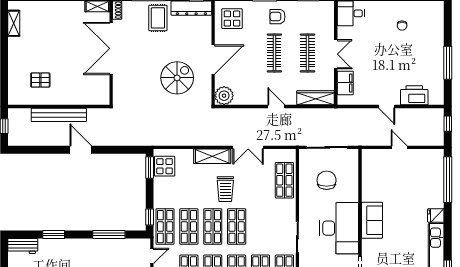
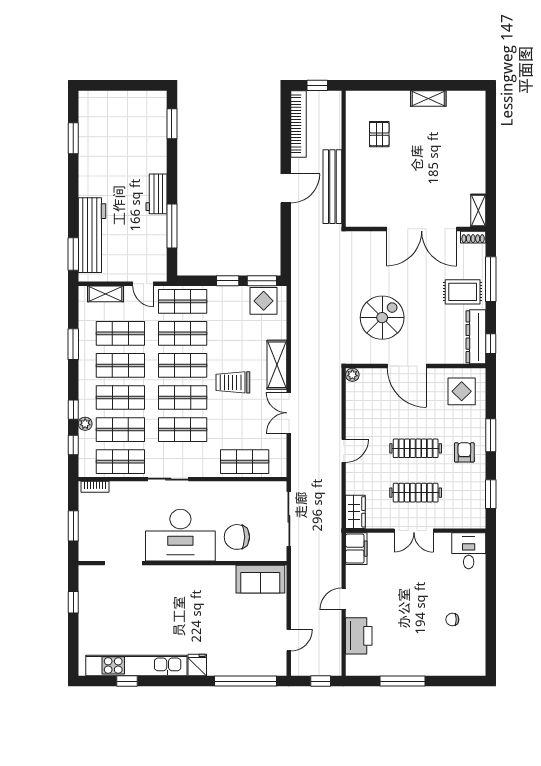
shelving: (14, 23) -> (428, 98), moved
double door: (111, 48) -> (422, 229), swing flipped
spiral stairs: (177, 78) -> (382, 318), turned -90
filing cabinet: (345, 83) -> (356, 549), moved, turned -90
plant: (224, 96) -> (352, 375), width x0.53, depth x0.53
wardrobe: (316, 98) -> (355, 512), width x0.67
bench: (59, 115) -> (332, 187), moved
bookcase: (33, 140) -> (298, 124), added
door: (399, 147) -> (289, 640), moved
chair: (327, 180) -> (237, 537), moved, turned 180
window: (150, 217) -> (228, 281), moved
sofa: (372, 220) -> (260, 579), moved
shop shelf: (260, 227) -> (183, 430), added
window: (54, 234) -> (172, 124), moved
workbench: (23, 246) -> (156, 194), moved

